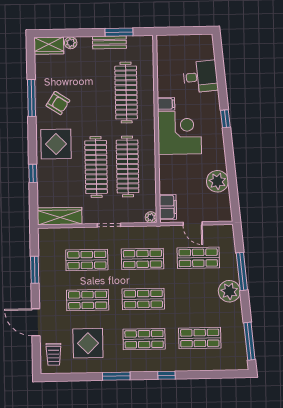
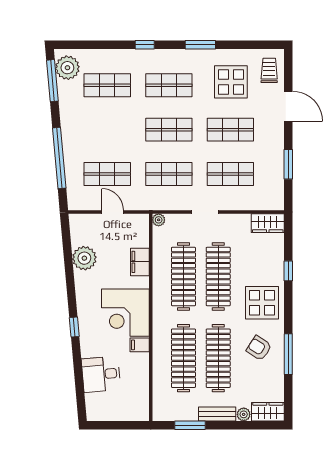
bench: (109, 42) -> (217, 414), moved
clothes rail: (95, 93) -> (218, 358), added
filing cabinet: (168, 207) -> (140, 262), moved
wardrobe: (60, 216) -> (268, 223), width x0.67
window: (242, 271) -> (59, 158), width x1.46
plant: (229, 291) -> (67, 68), moved

